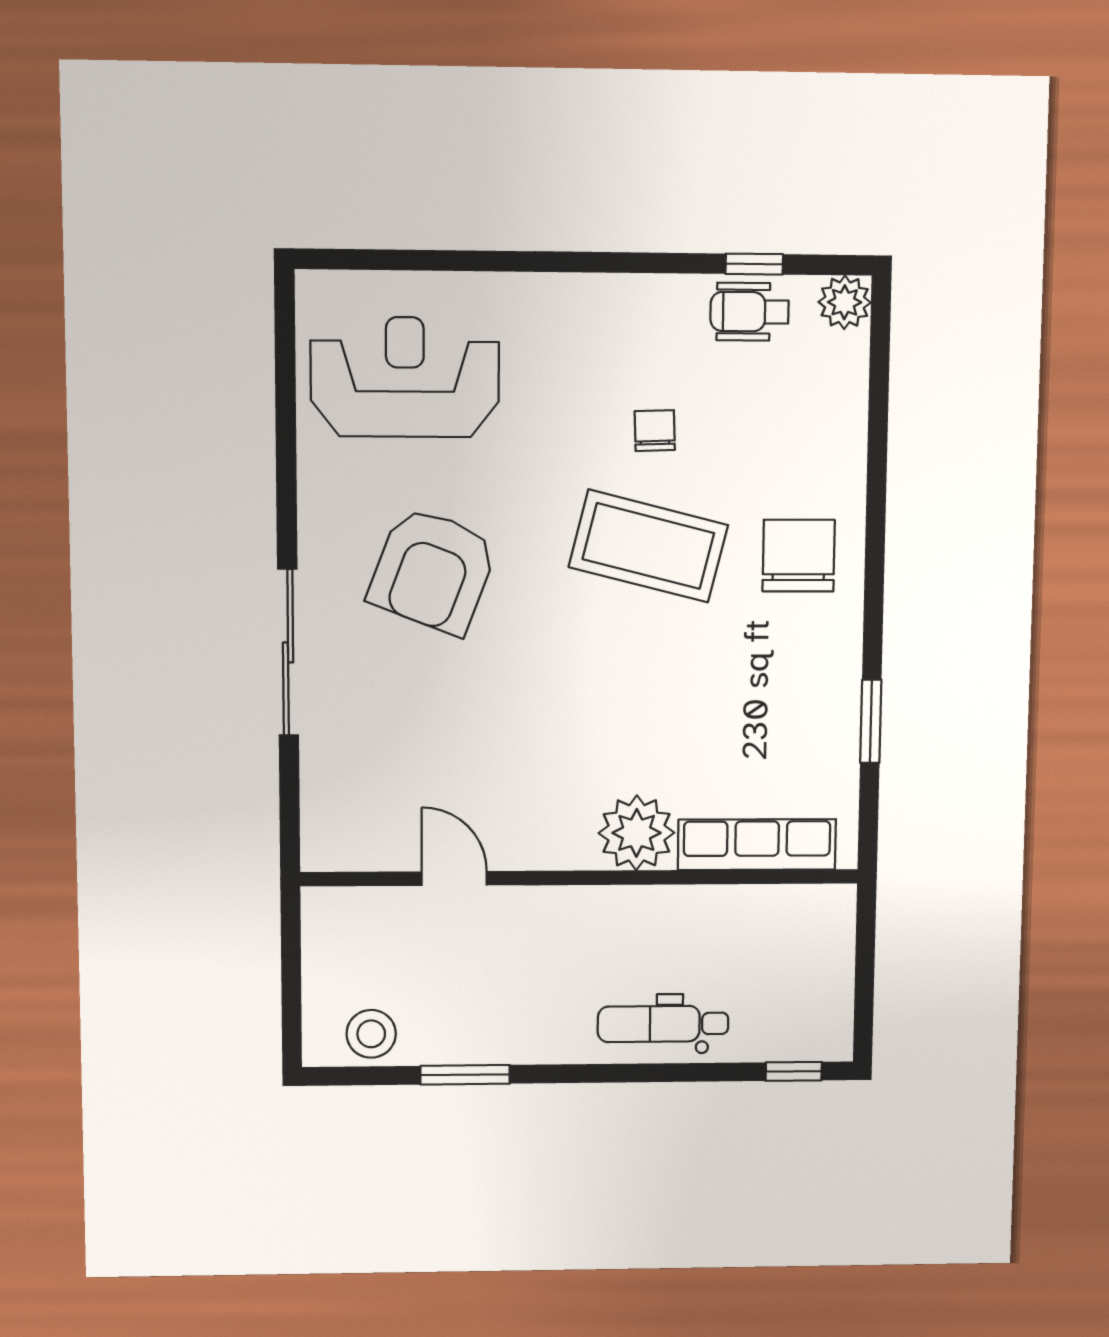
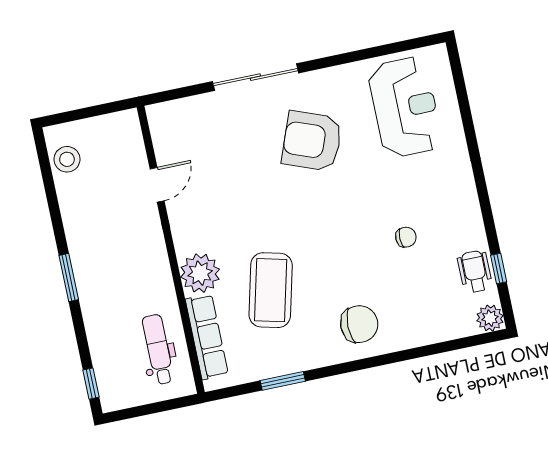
coffee table: (648, 546) -> (271, 290), moved
dental chair: (663, 1024) -> (158, 349), moved
window: (465, 1075) -> (69, 277), moved

